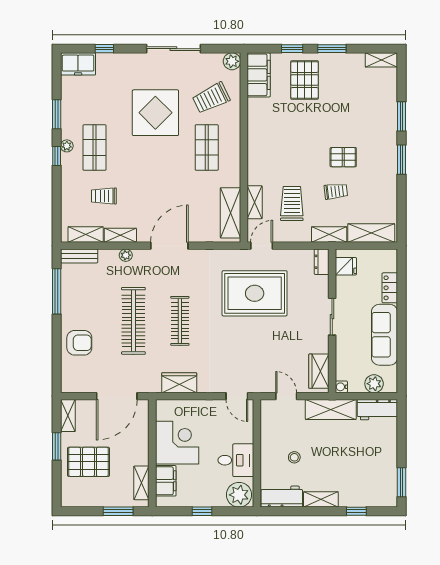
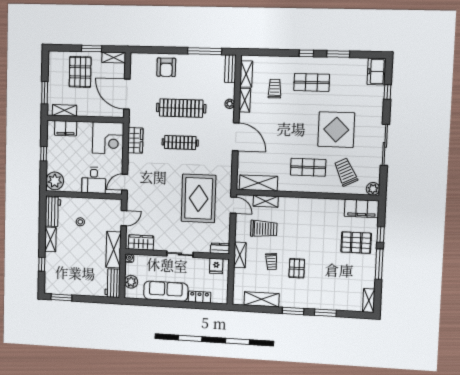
window: (332, 49) -> (379, 264), width x1.44
plant: (67, 146) -> (314, 61), removed
shelving: (371, 233) -> (262, 299), moved, turned 90
corner desk: (177, 443) -> (108, 138), moved
desk: (236, 460) -> (94, 180), moved

